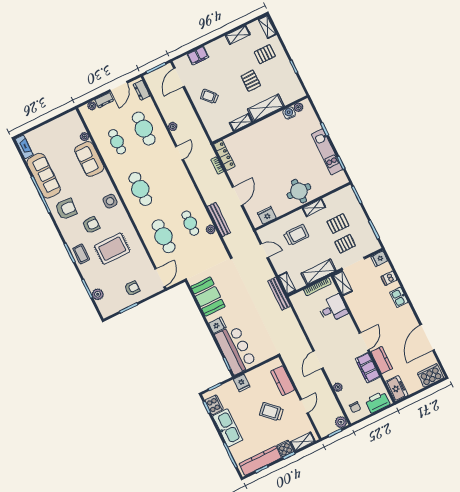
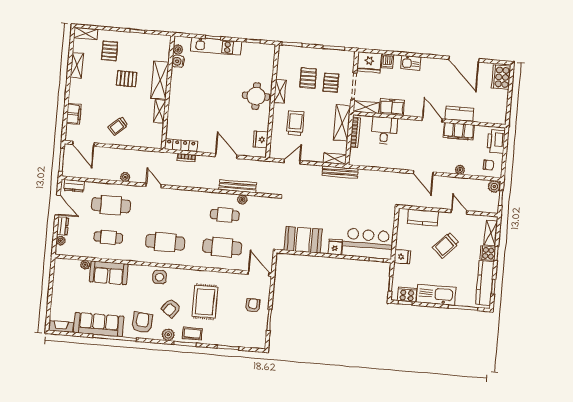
kitchen unit: (327, 152) -> (216, 46), moved
armchair: (91, 225) -> (171, 308), turned -144
fridge: (379, 259) -> (369, 62), width x1.88, depth x1.34
plant: (98, 294) -> (168, 335), moved
freezer: (397, 388) -> (392, 107), moved

